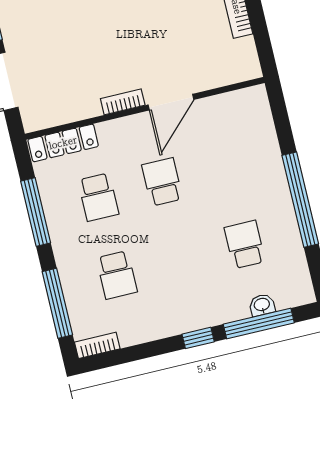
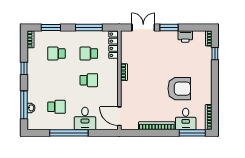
door: (171, 102) -> (119, 116), moved
desk: (256, 169) -> (85, 118), added
window: (57, 303) -> (51, 27), width x0.69
window: (198, 338) -> (24, 68), moved

